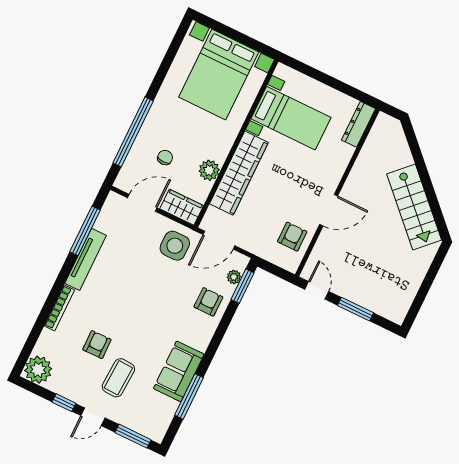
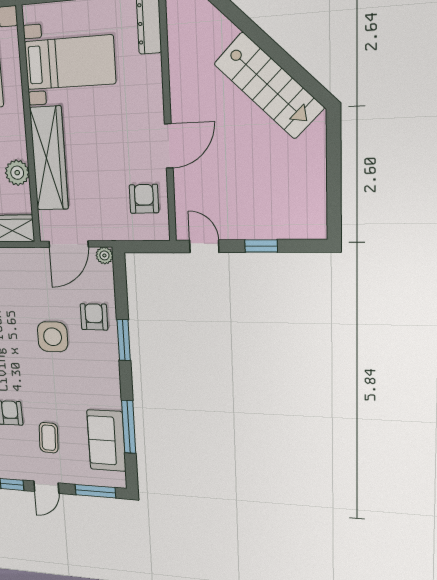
side table: (175, 246) -> (53, 337), moved
plant: (234, 277) -> (104, 255), moved
window: (243, 286) -> (124, 340), moved
window: (355, 309) -> (261, 246), width x0.67
sofa: (179, 371) -> (106, 441), moved
coffee table: (118, 378) -> (49, 438), width x0.73, depth x0.77

